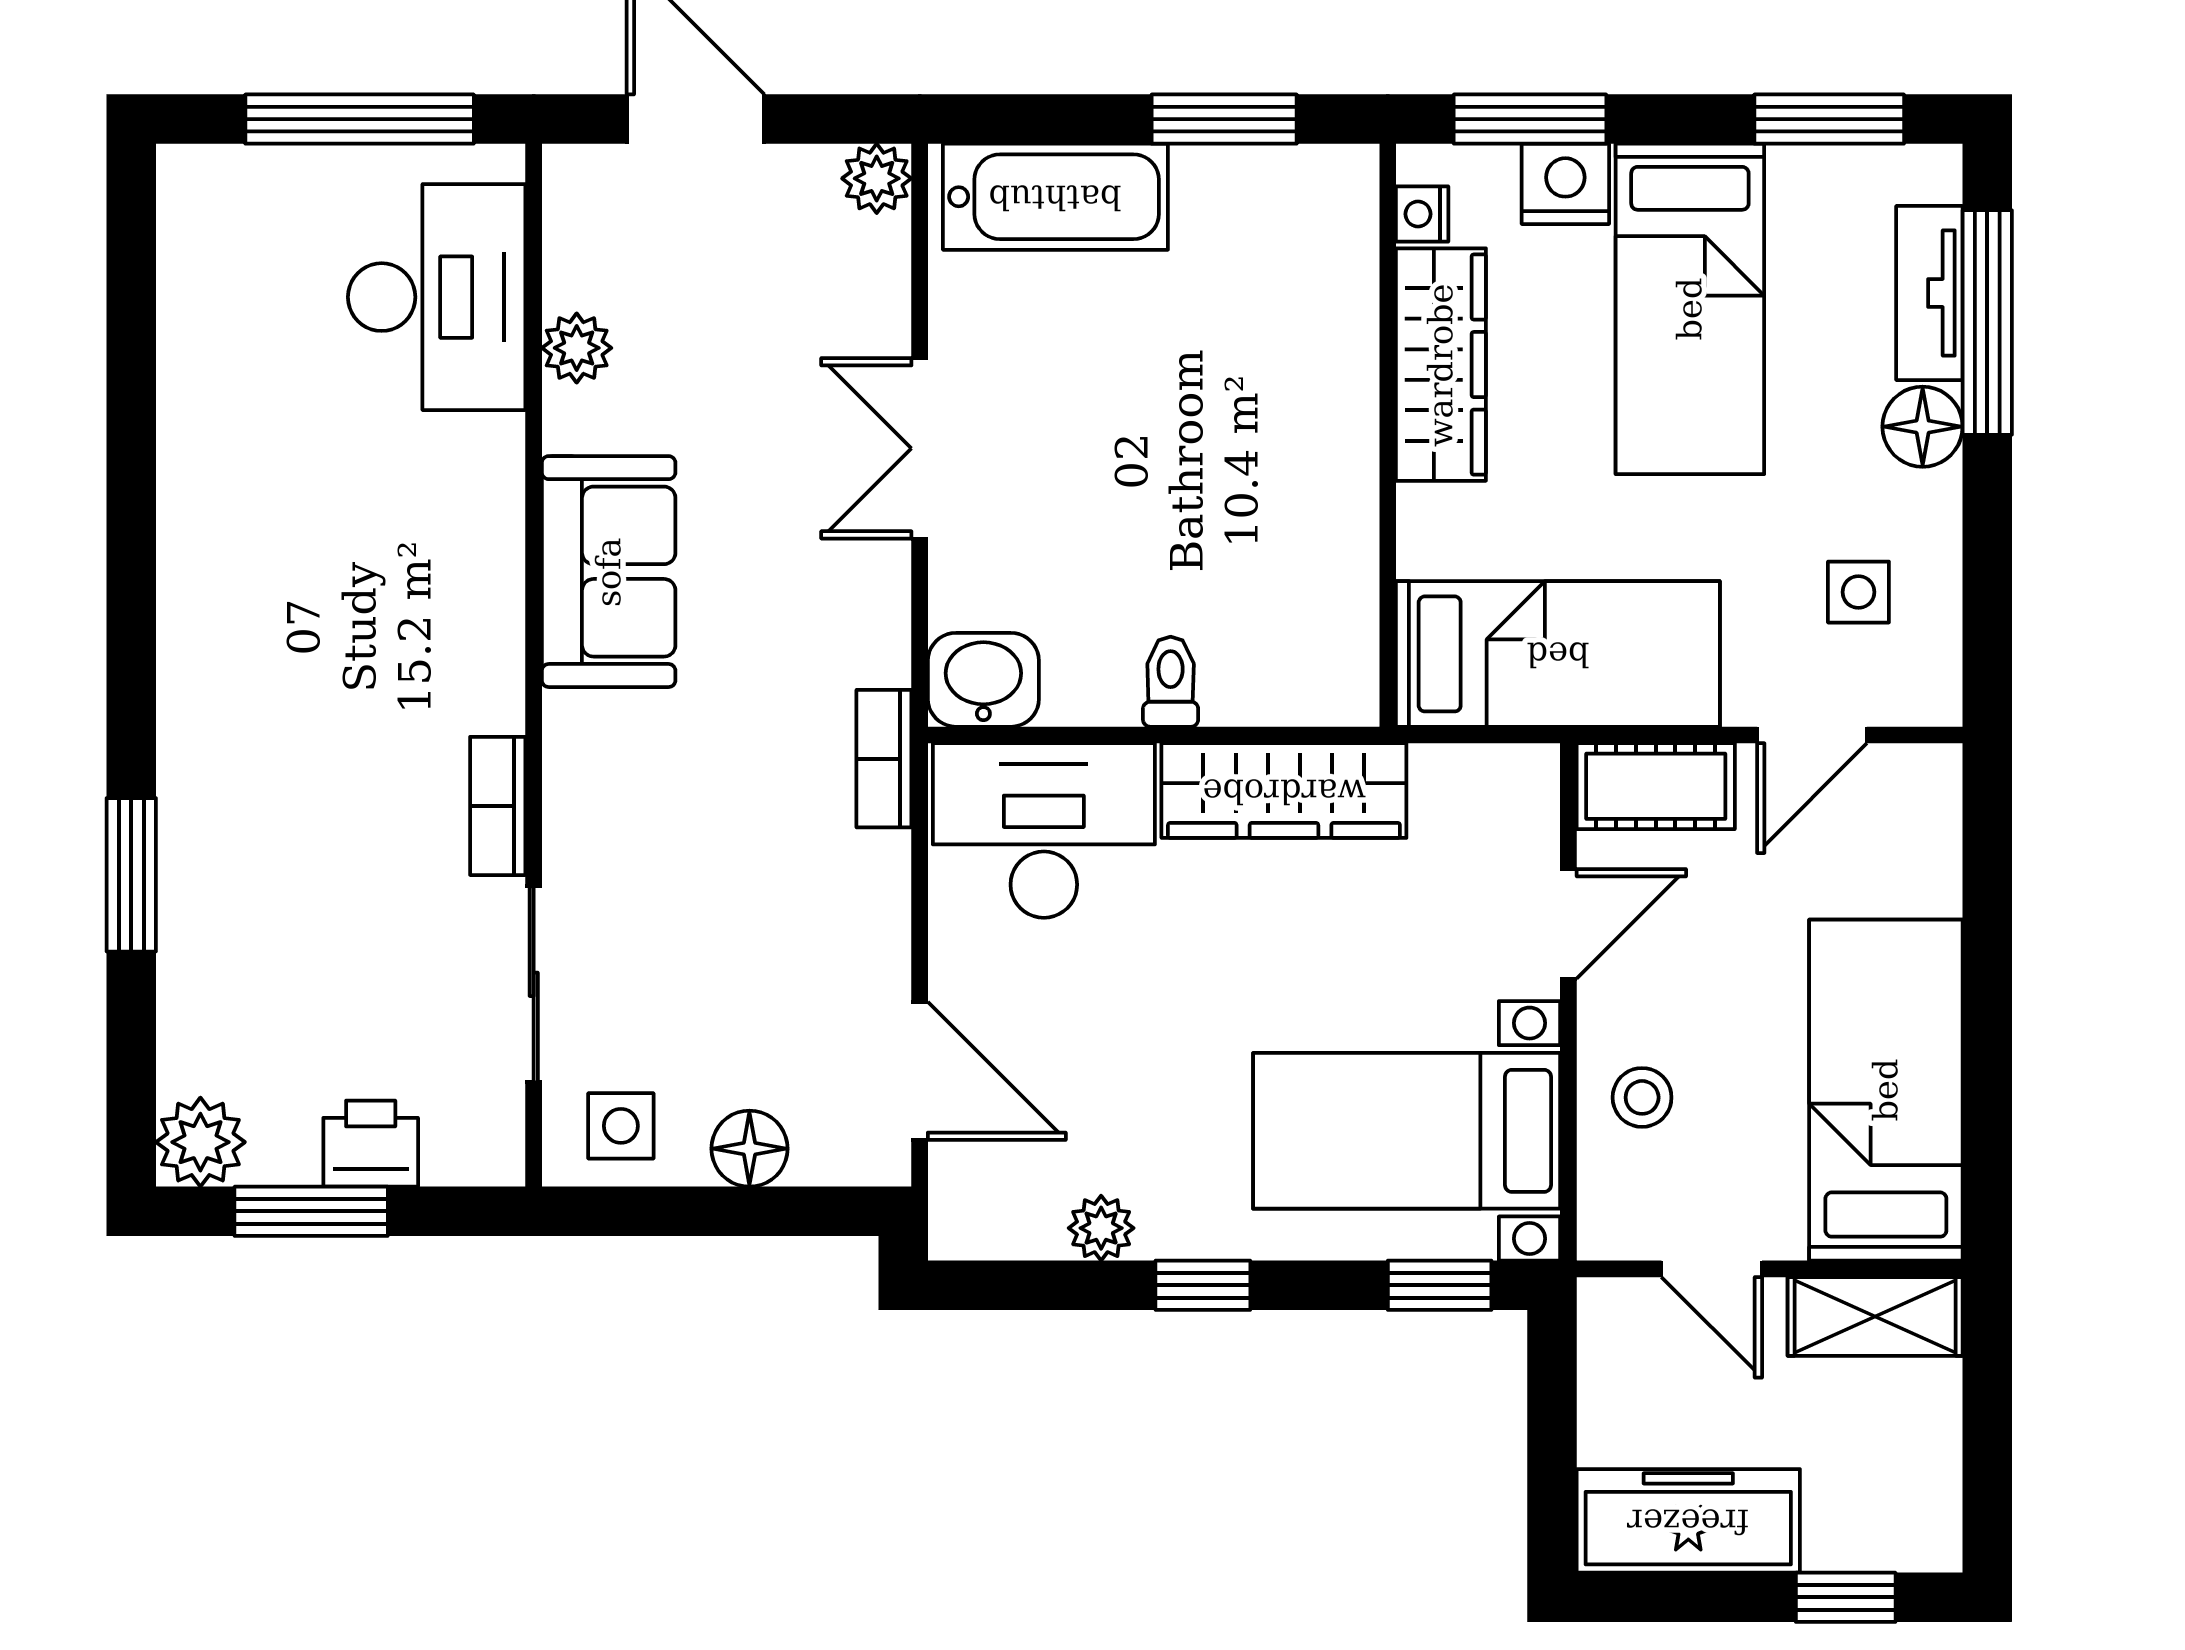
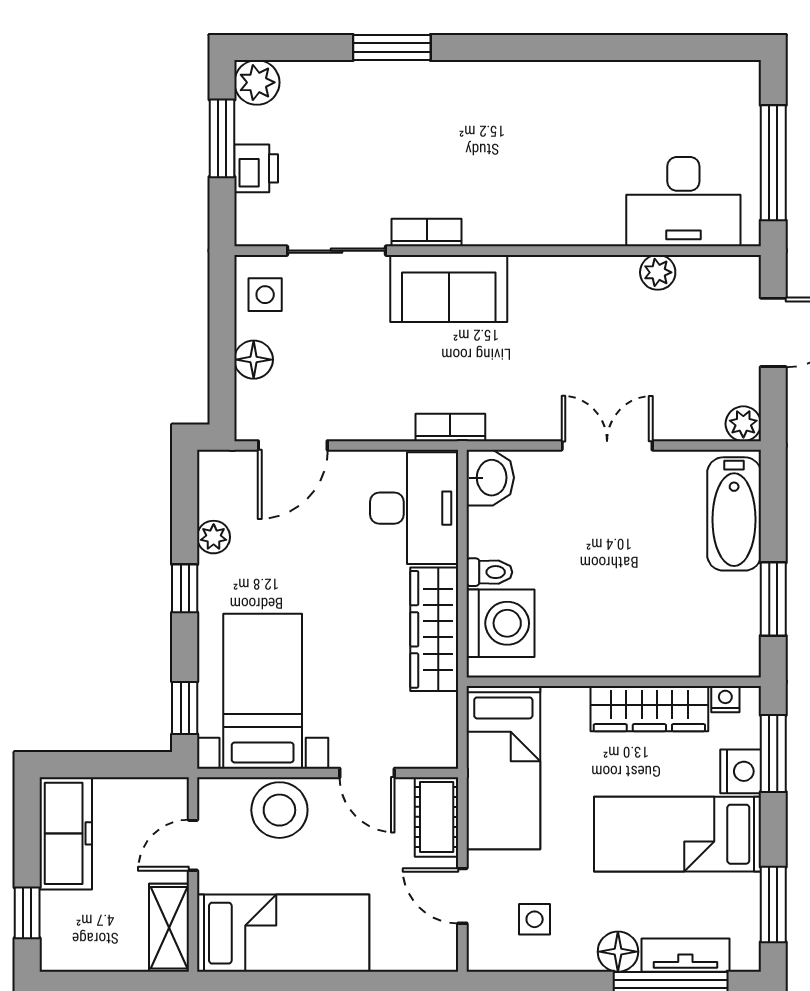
sofa: (609, 572) -> (449, 288), moved
washing machine: (1272, 660) -> (500, 623), added
stool: (1642, 1097) -> (279, 810), width x1.89, depth x1.89

